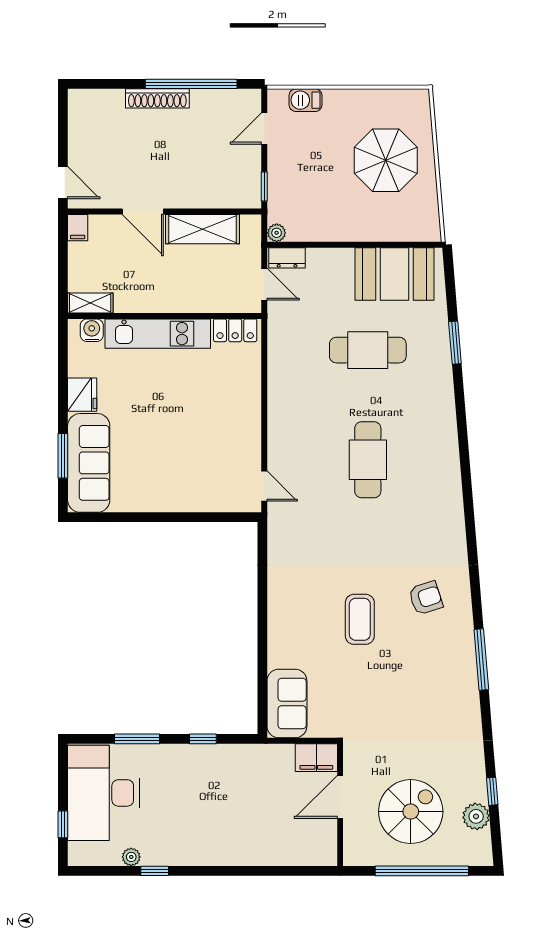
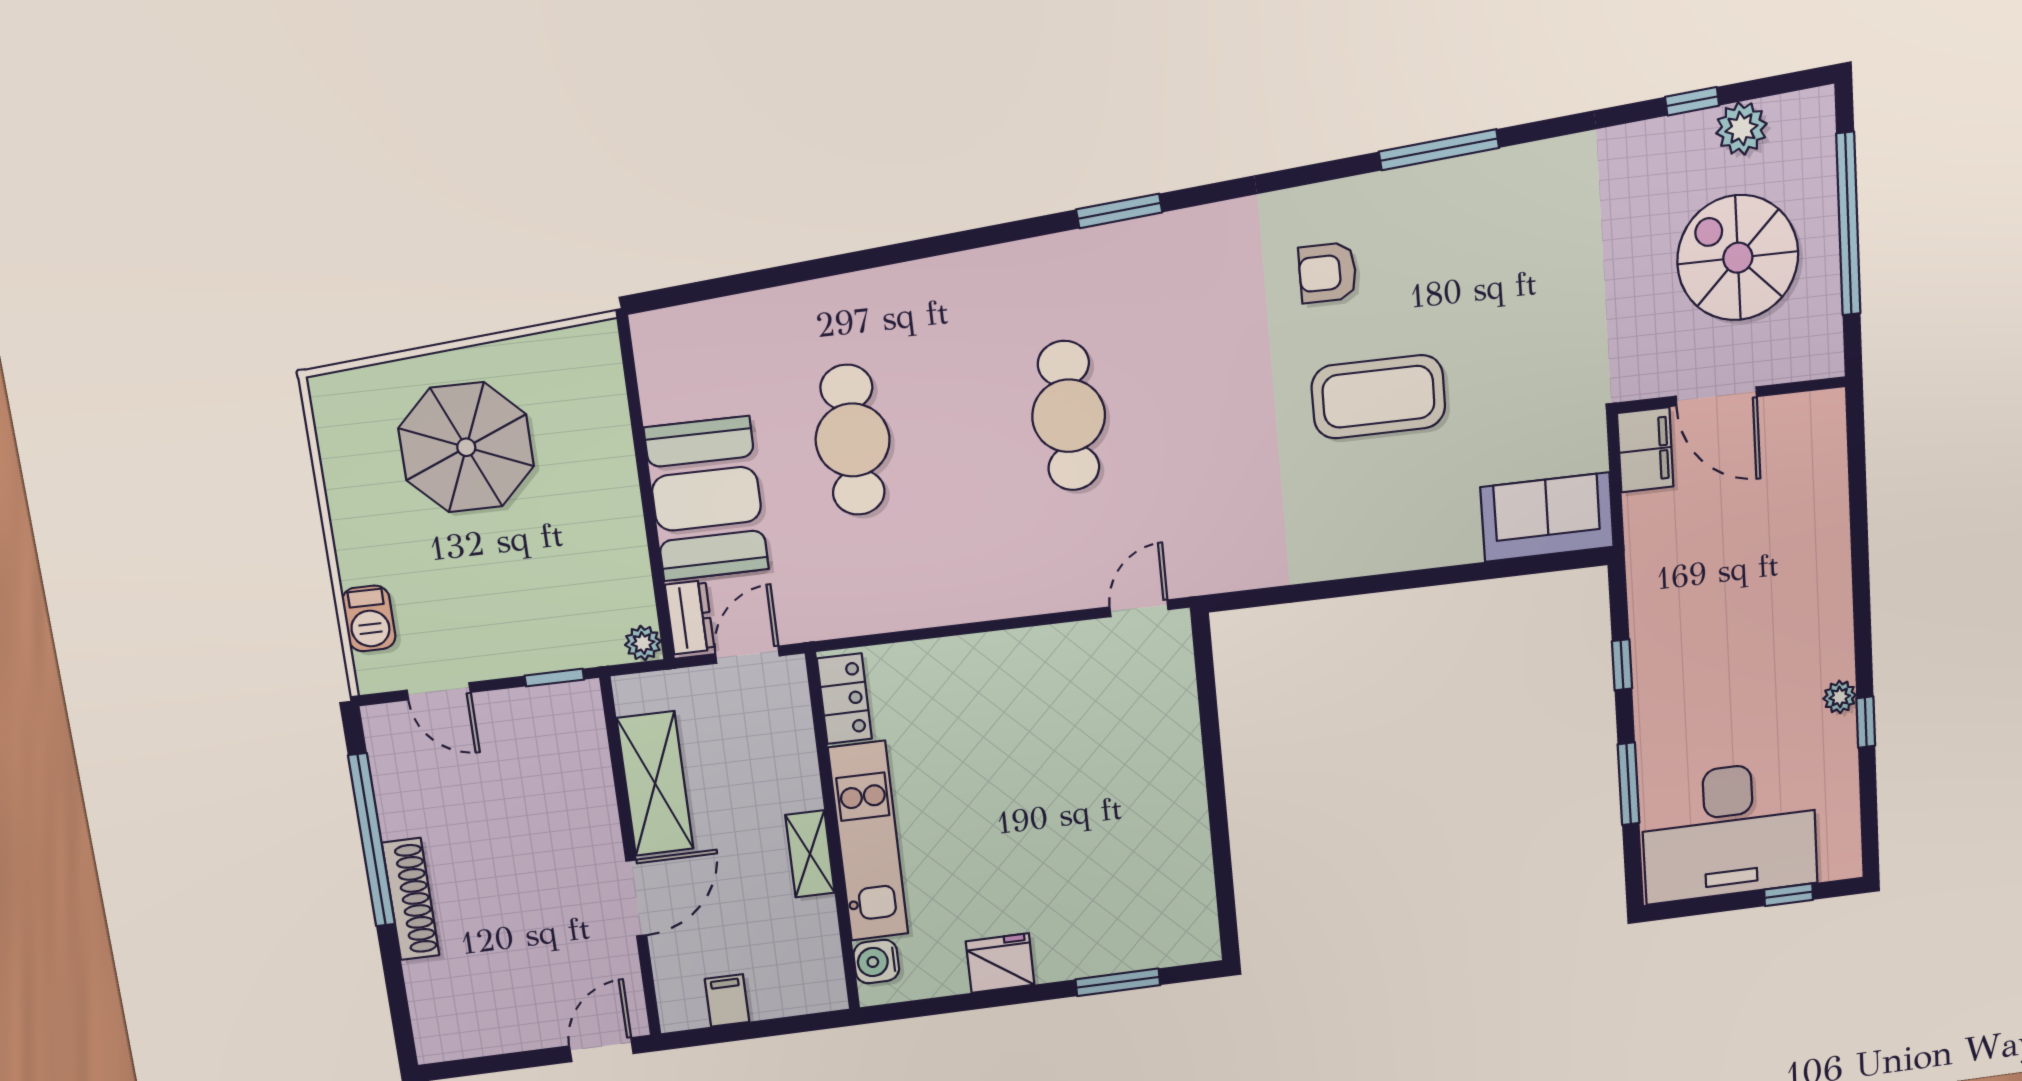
filing cabinet: (78, 228) -> (727, 1000), moved, turned -90
booth: (395, 274) -> (707, 499), moved
shelving: (90, 303) -> (810, 854), moved
window: (455, 343) -> (1119, 211), moved
cafe table: (368, 460) -> (1069, 416), turned 90
sofa: (89, 463) -> (1127, 935), removed
armchair: (426, 598) -> (1328, 273), turned -72
coffee table: (360, 619) -> (1379, 397), width x1.36, depth x1.32
plant: (131, 857) -> (1840, 697), moved

